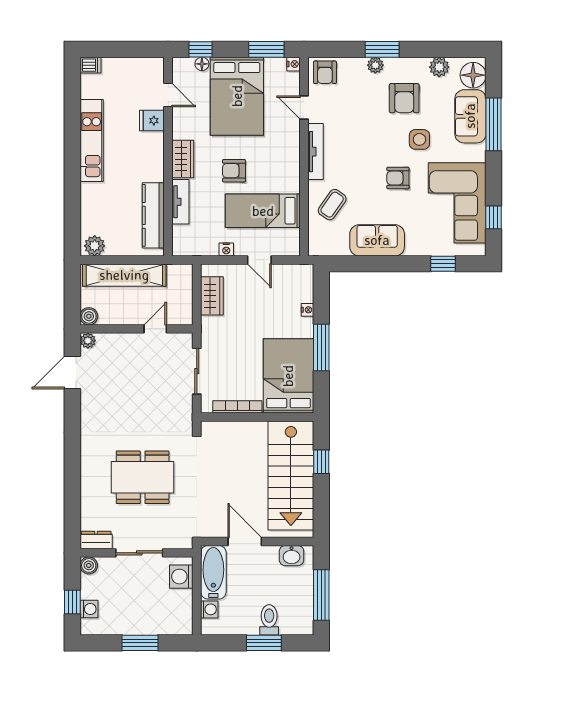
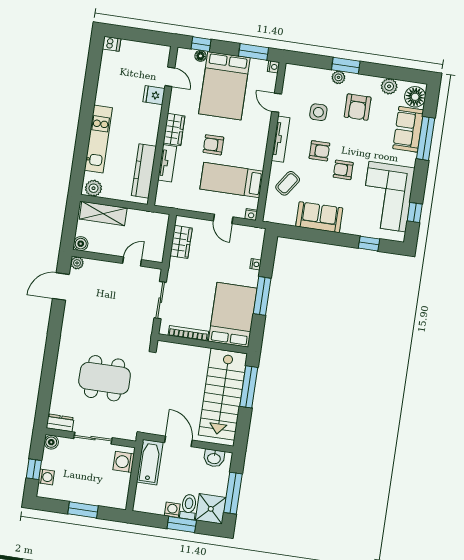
armchair: (325, 72) -> (319, 151), moved, turned -90
side table: (419, 139) -> (318, 112), moved
kitchen unit: (92, 141) -> (98, 139), moved
nightstand: (226, 249) -> (251, 214), moved
shelving: (124, 275) -> (103, 214), width x0.68
window: (321, 462) -> (249, 387), width x2.17
washing machine: (209, 609) -> (172, 510), moved, turned -90
shower: (297, 618) -> (211, 509), added

